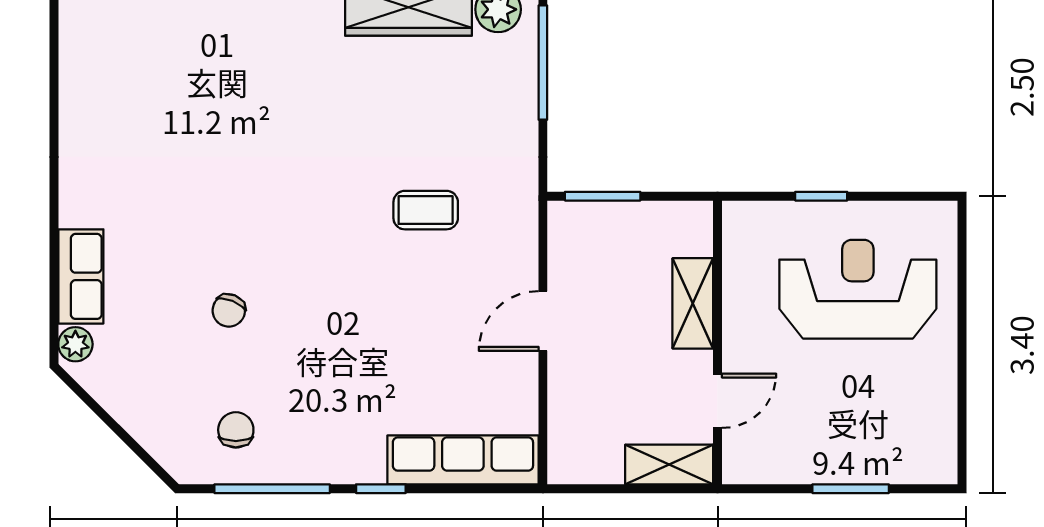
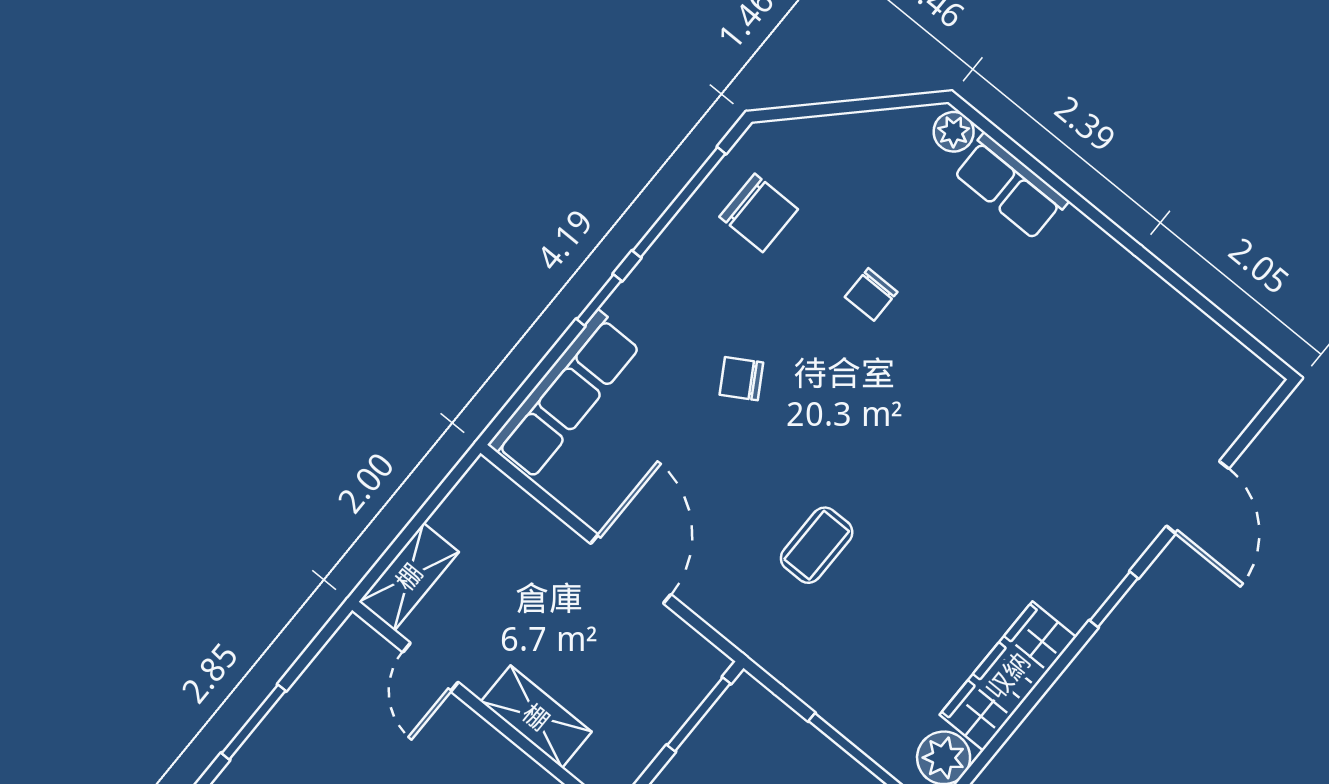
chair: (229, 310) -> (871, 294), turned -112
door: (543, 321) -> (631, 569), width x1.38
chair: (356, 351) -> (741, 379), added
chair: (236, 430) -> (759, 213), width x1.37, depth x1.37

